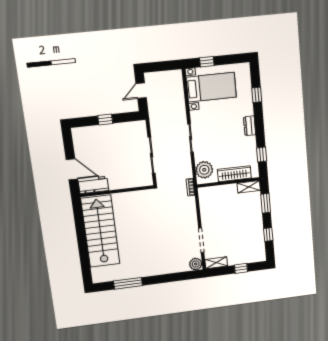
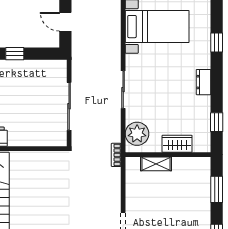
door: (141, 91) -> (65, 22), hinge flipped
wardrobe: (234, 174) -> (177, 144), width x0.67
shelving: (249, 187) -> (156, 164), moved

